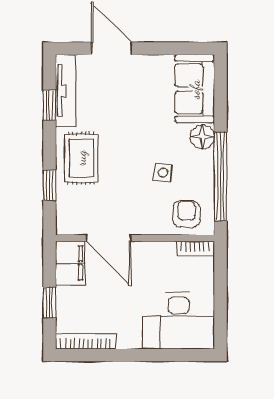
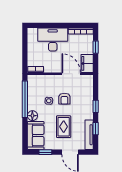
window: (171, 48) -> (45, 152), added
rug: (81, 158) -> (64, 127), moved
window: (50, 185) -> (96, 106), moved
armchair: (186, 214) -> (64, 99), moved
desk: (179, 321) -> (53, 40), moved

